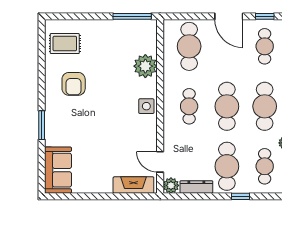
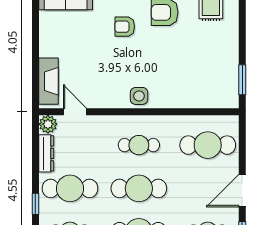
window: (132, 16) -> (242, 80), width x0.69
plant: (145, 66) -> (185, 95), removed
armchair: (86, 119) -> (125, 27), added
door: (160, 162) -> (75, 112), hinge flipped

